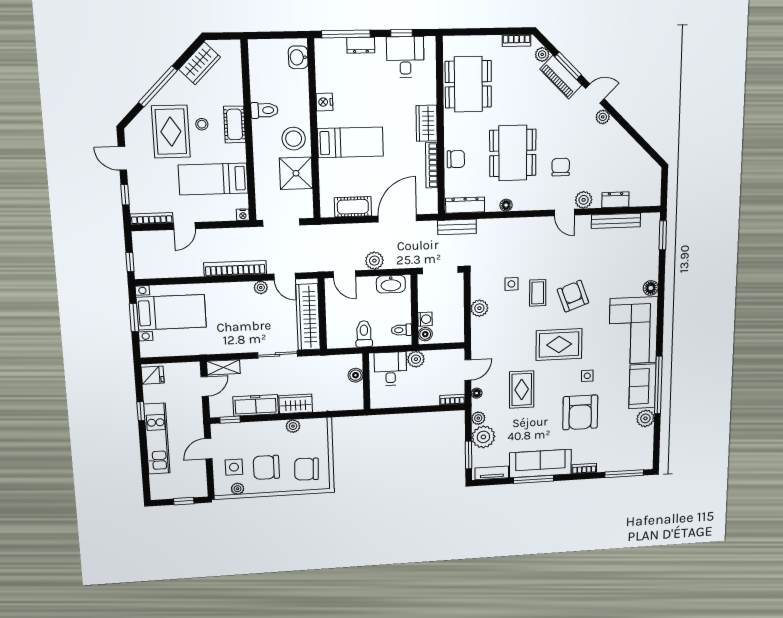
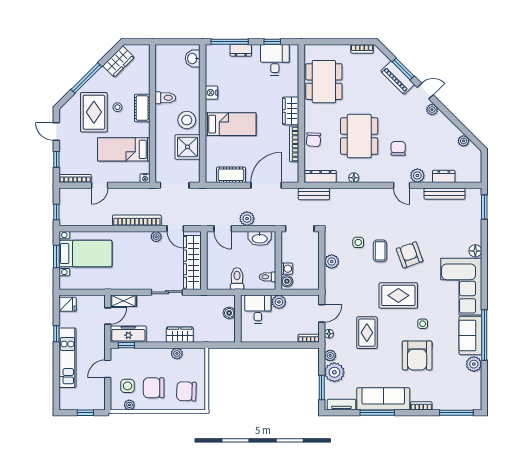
plant: (542, 54) -> (463, 141), moved
chair: (456, 159) -> (313, 140), turned 93
freezer: (256, 405) -> (128, 334), moved

